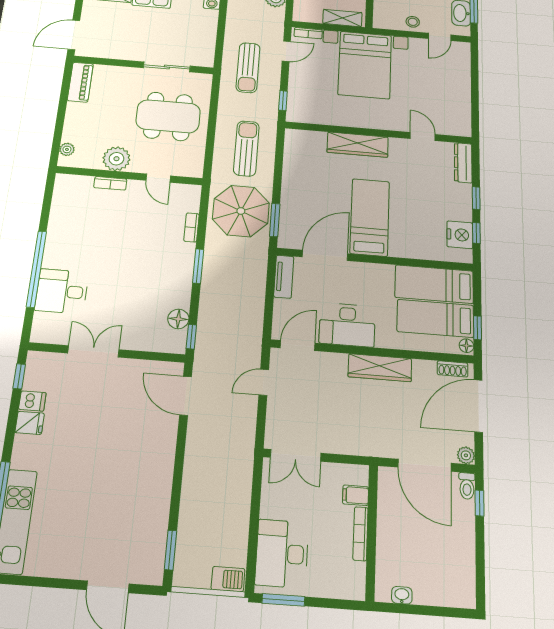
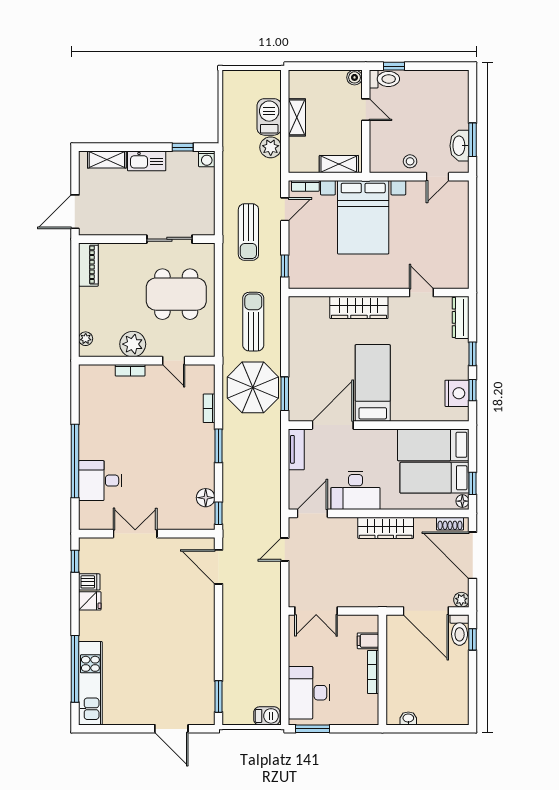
door: (478, 406) -> (473, 555), hinge flipped
toilet: (467, 486) -> (460, 630), width x1.37, depth x1.39

